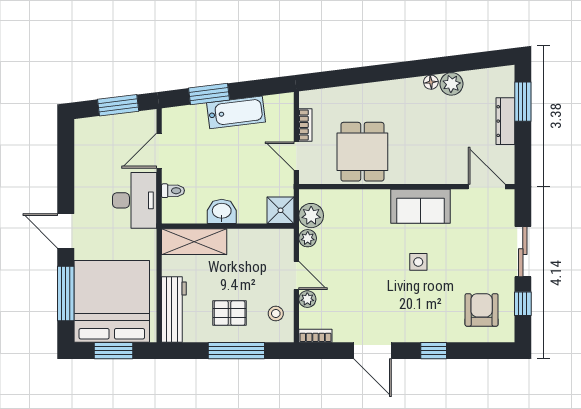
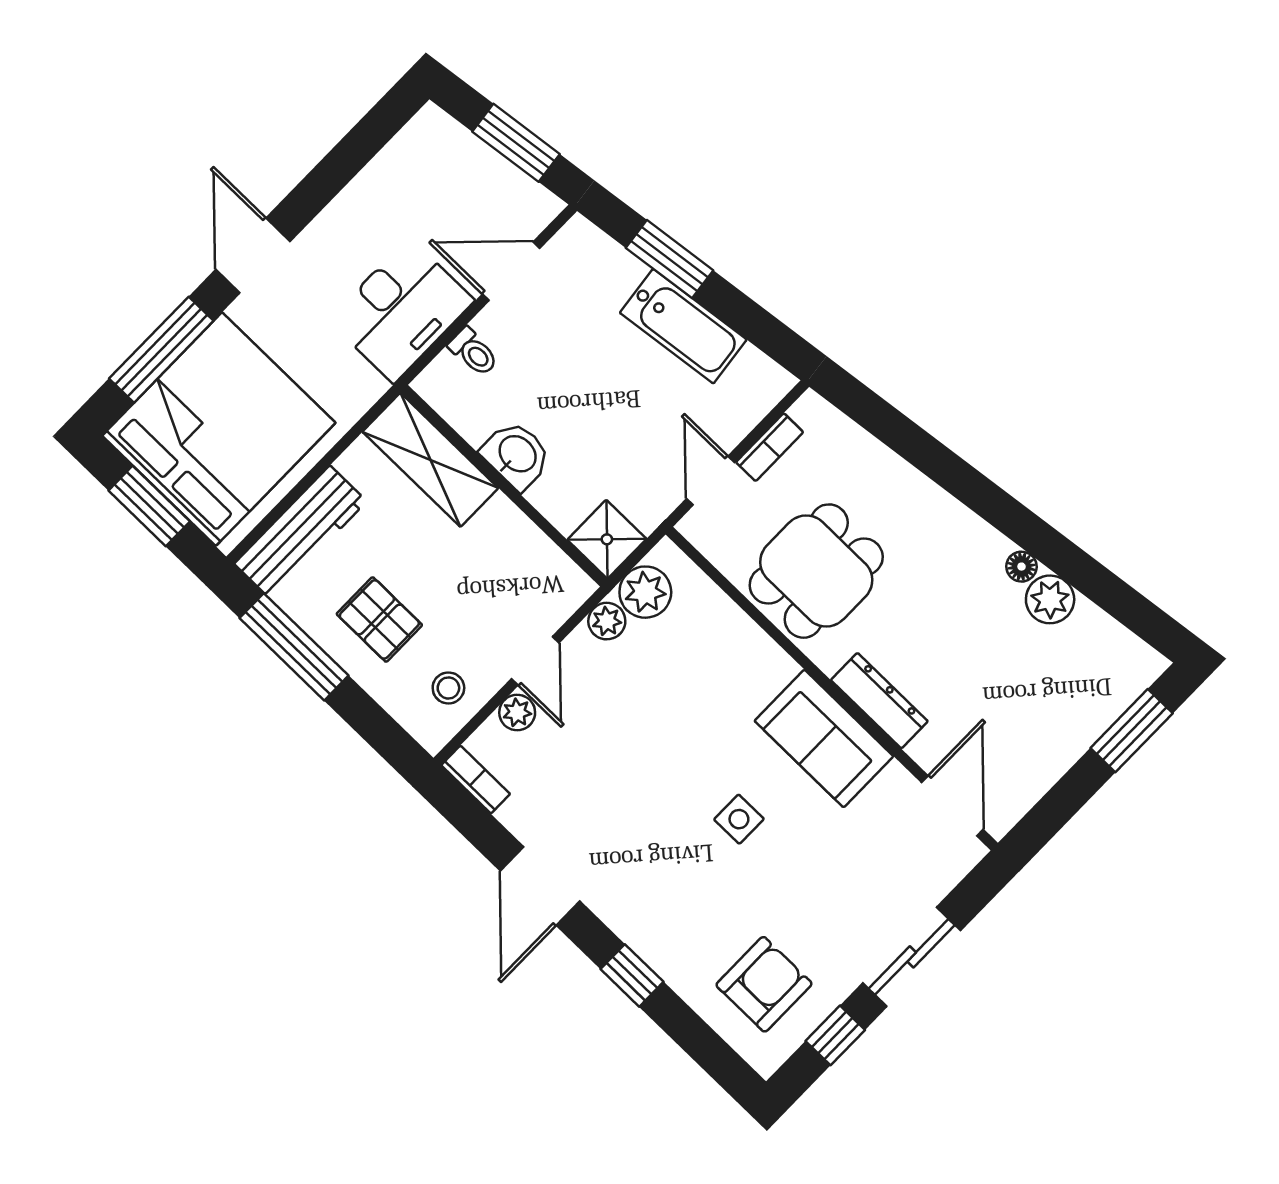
dresser: (505, 121) -> (879, 701), moved, turned 90
window: (236, 351) -> (294, 647), moved

